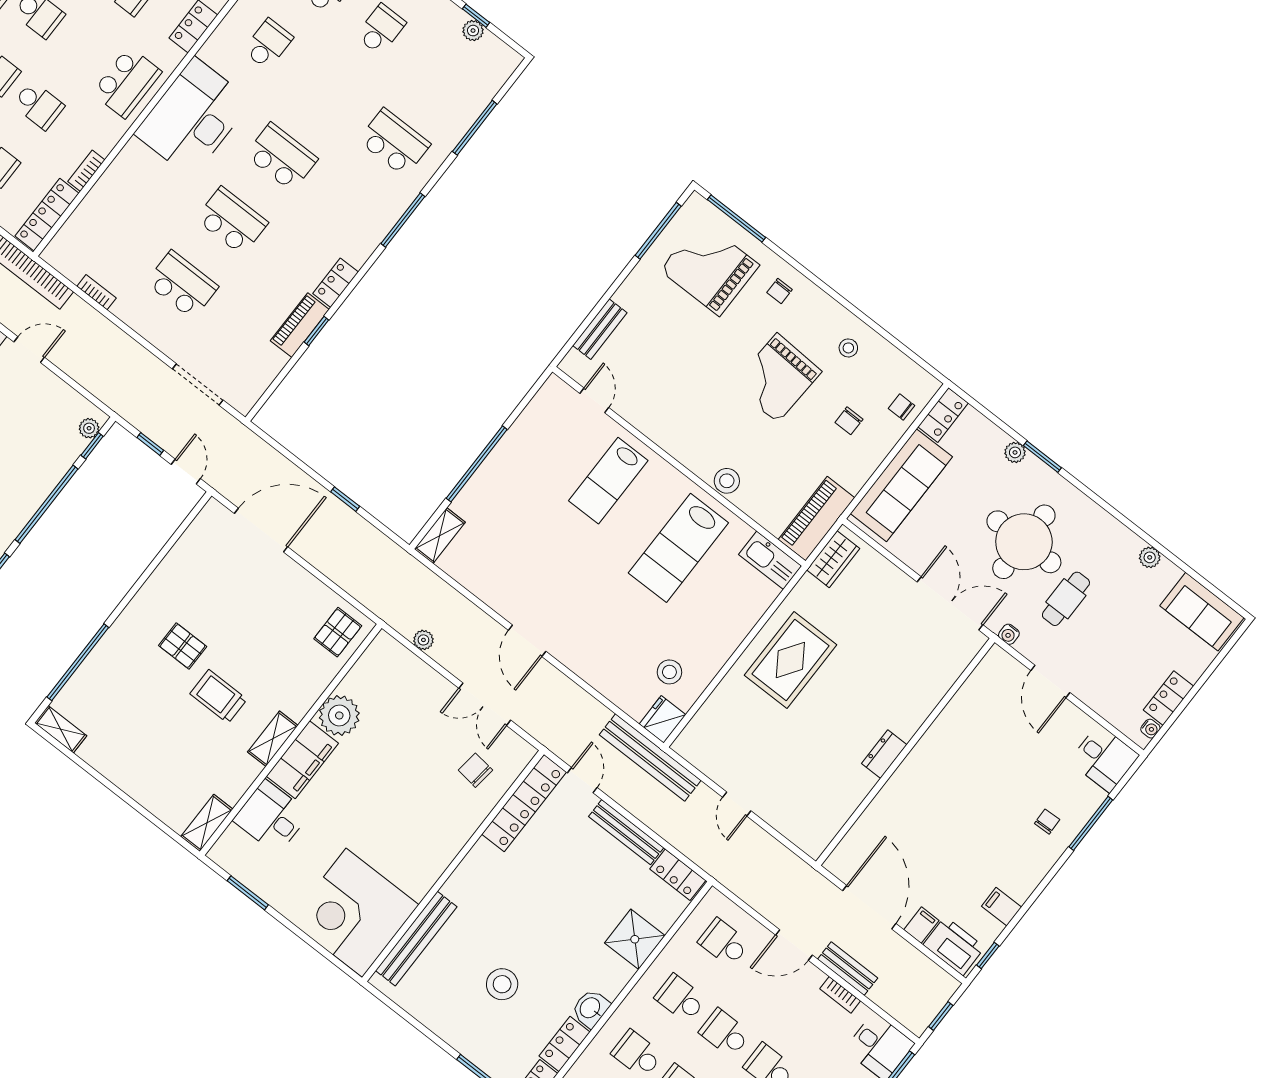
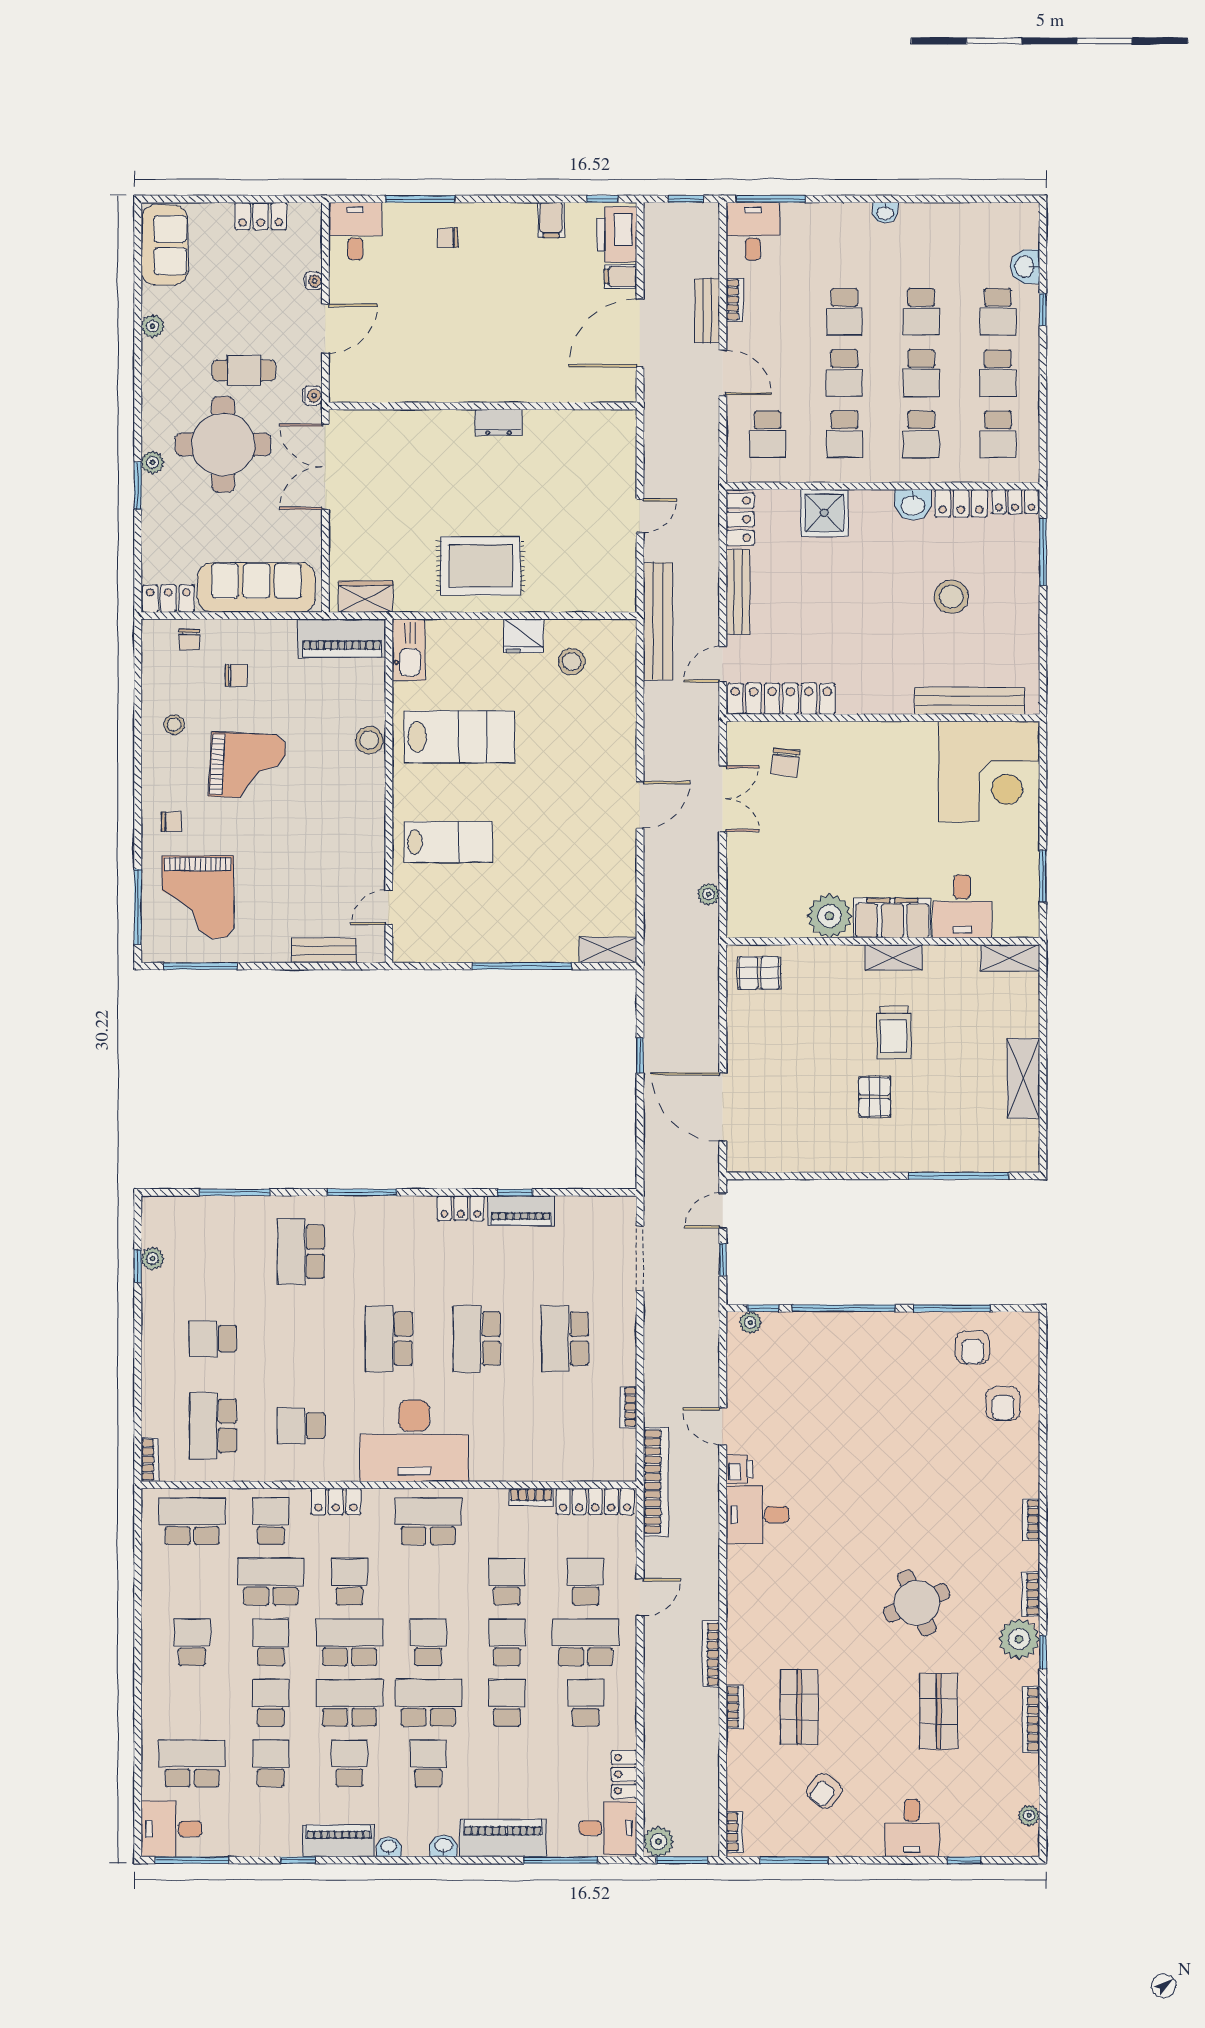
plant: (1015, 452) -> (152, 462), moved
fridge: (663, 719) -> (524, 636), moved
shelving: (61, 729) -> (1024, 1078), moved, width x1.50, depth x1.33
water cooler: (1150, 729) -> (313, 281), moved, turned 90

